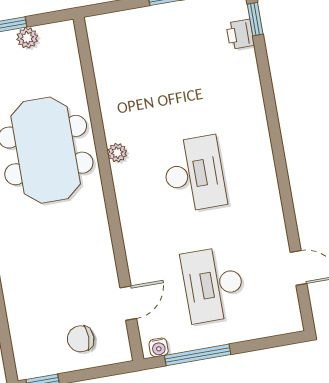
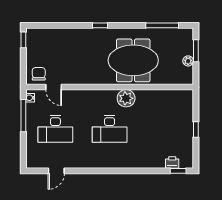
plant: (117, 153) -> (126, 98), width x1.87, depth x1.87
desk: (213, 285) -> (55, 129), turned 180
chair: (81, 339) -> (39, 74), moved

